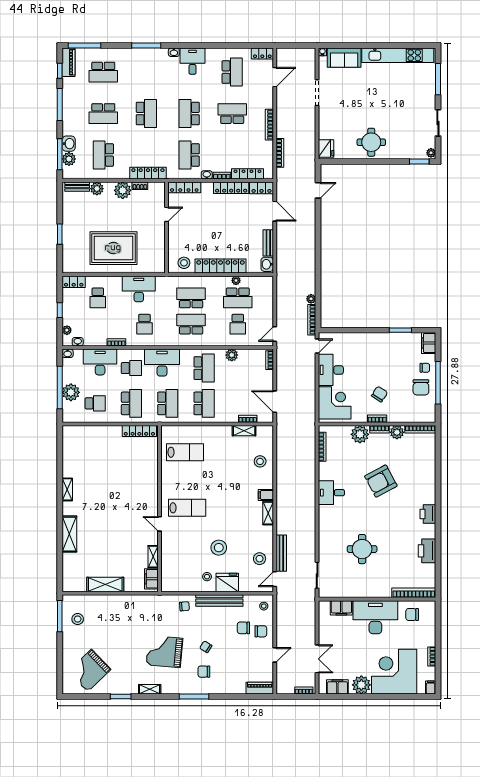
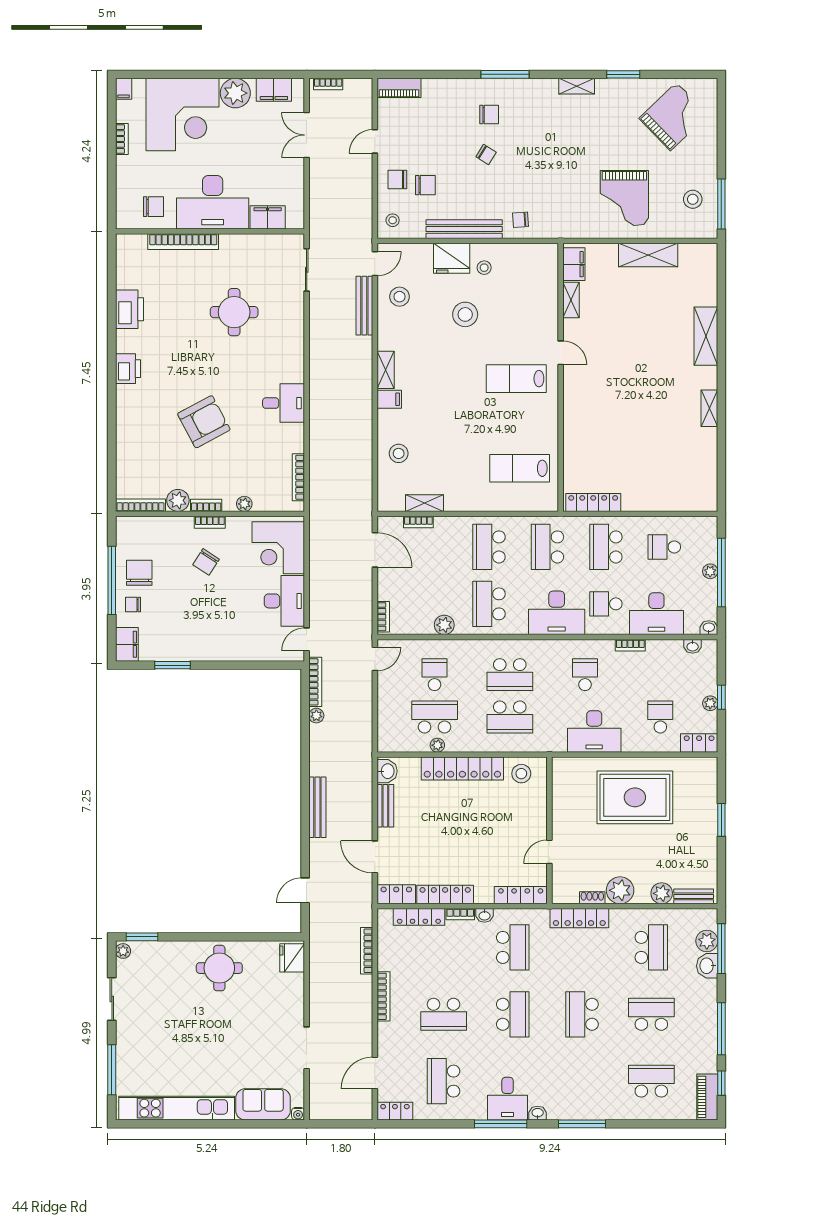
window: (84, 46) -> (501, 1124), moved
bench: (310, 242) -> (317, 807), added
plant: (67, 330) -> (710, 703), moved
plant: (71, 392) -> (710, 571), width x0.53, depth x0.53
plant: (360, 434) -> (244, 504), width x0.53, depth x0.53
bookcase: (414, 593) -> (183, 242), moved
grand piano: (164, 652) -> (624, 198), moved, turned 85

